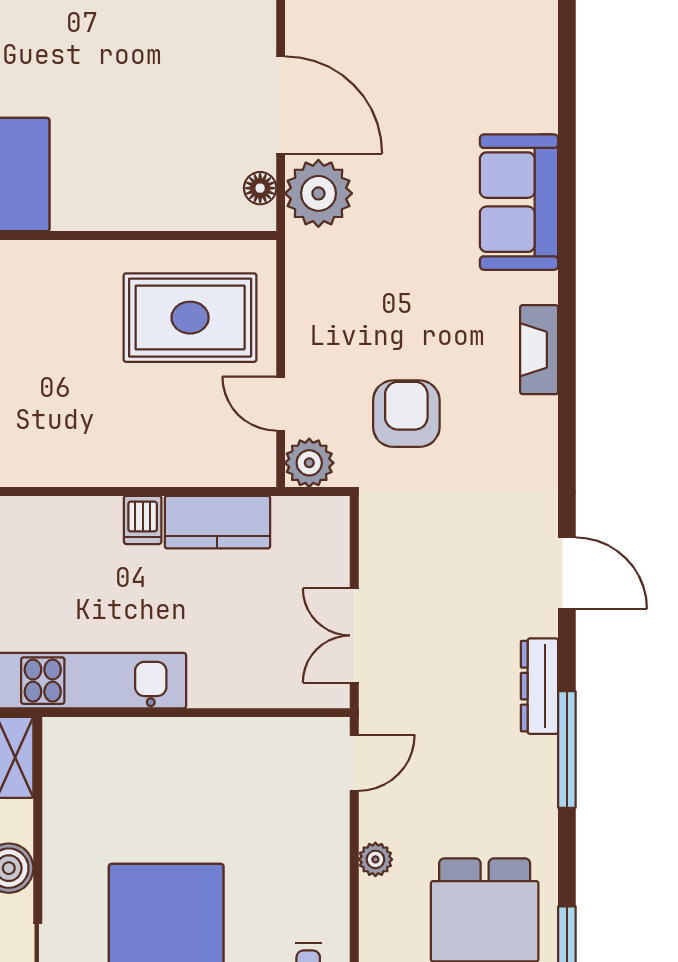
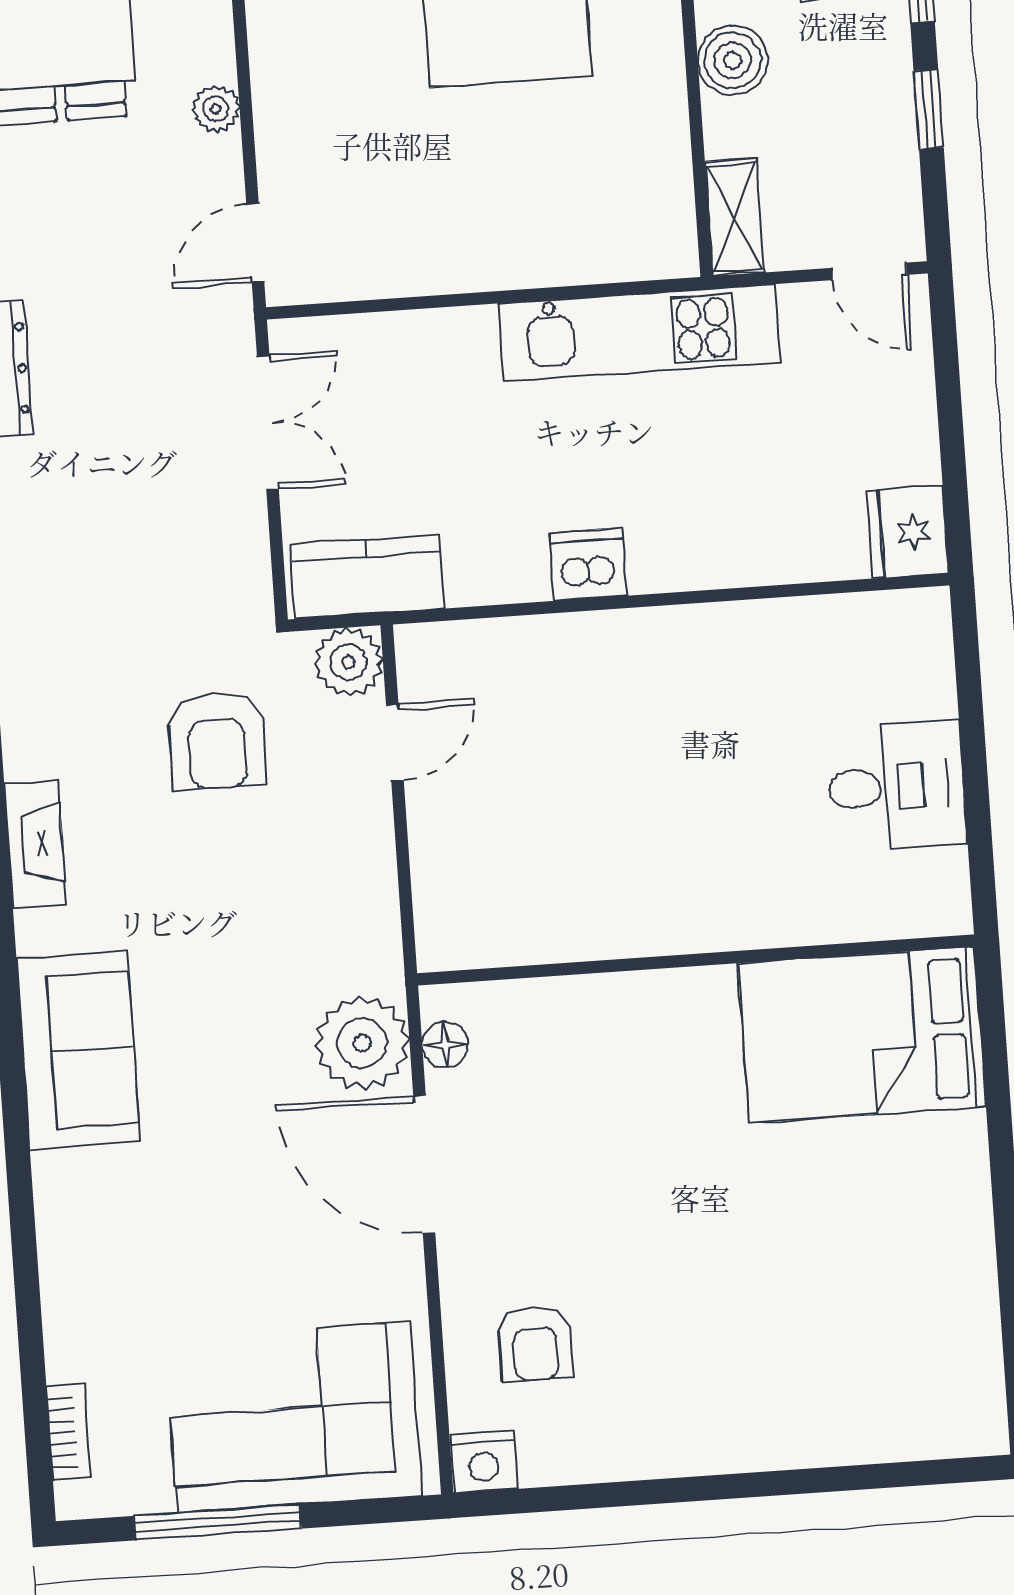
rug: (190, 318) -> (531, 855), removed
door: (281, 404) -> (395, 743), hinge flipped
dishwasher: (143, 520) -> (588, 564), width x1.38
kitchen counter: (217, 522) -> (367, 577), moved

